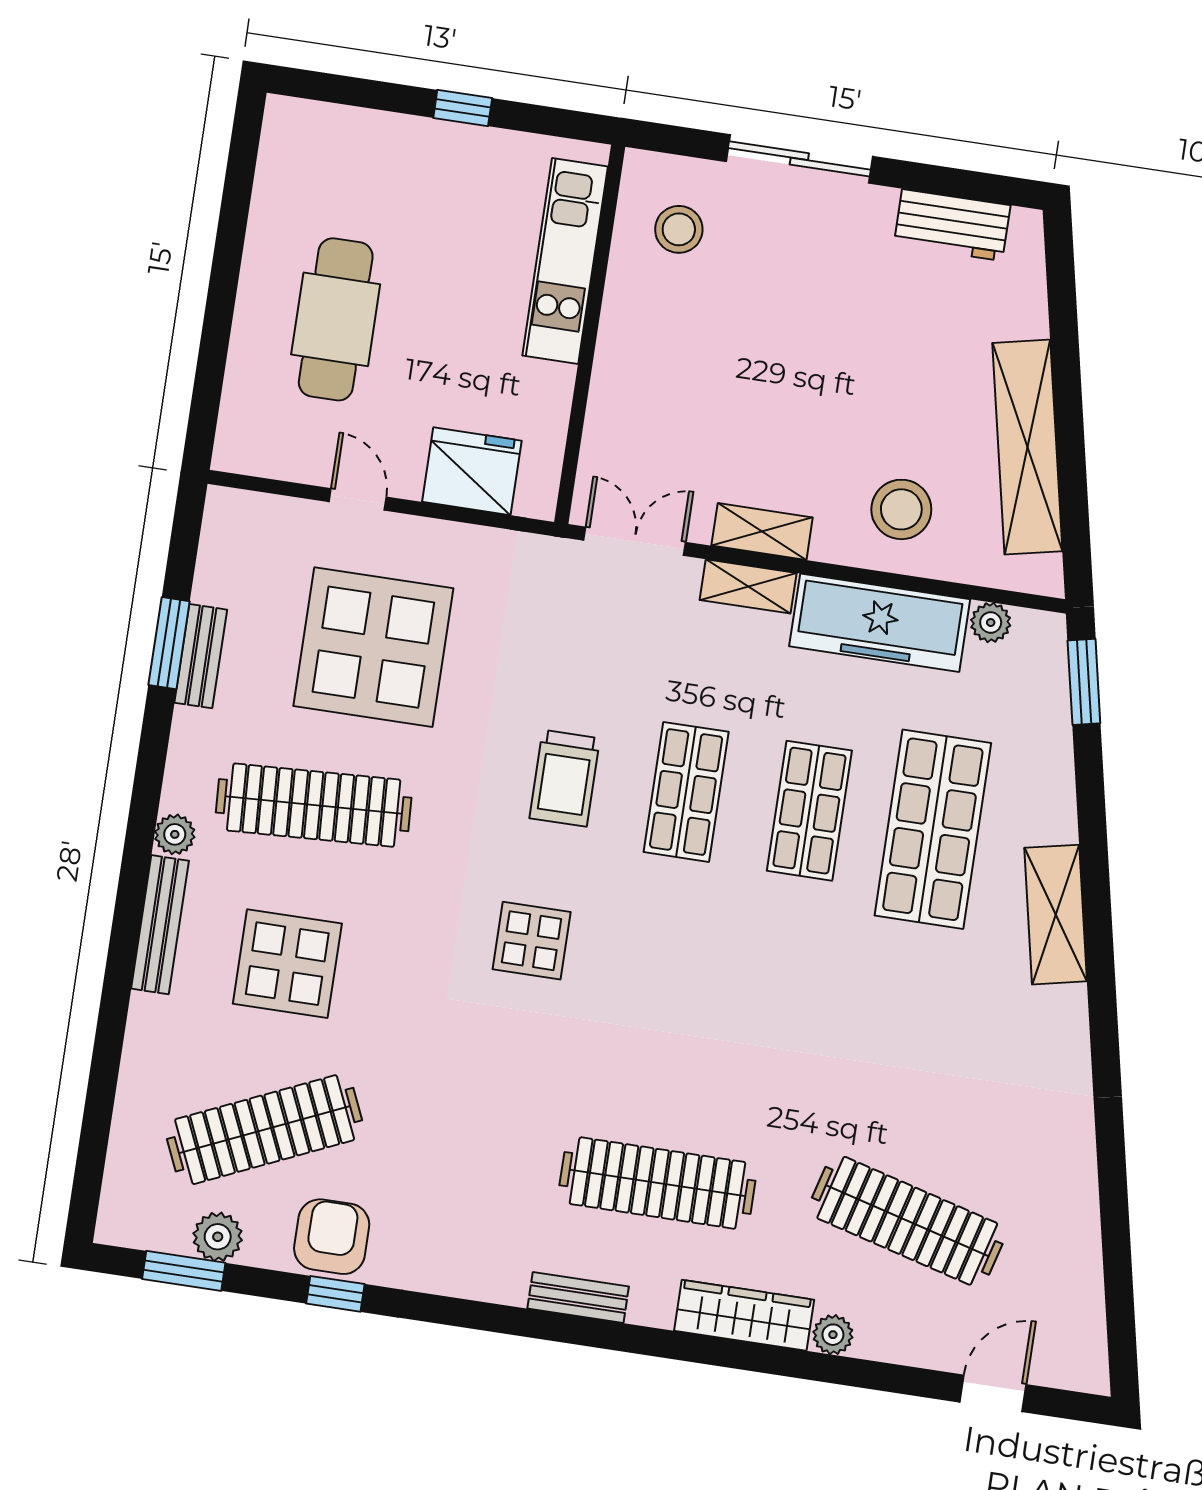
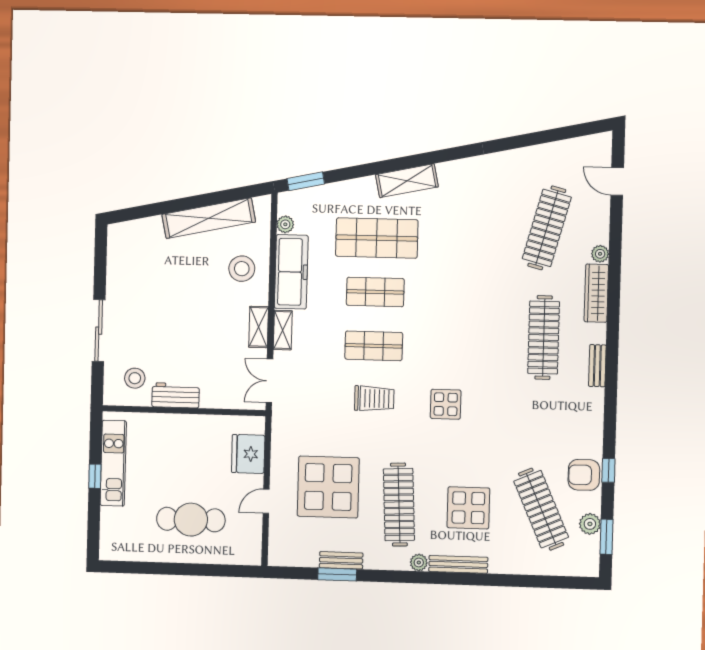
workbench: (952, 225) -> (176, 395), moved, turned -90
kitchen unit: (565, 261) -> (113, 463), moved, turned -90

